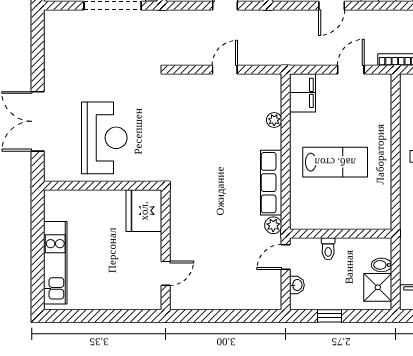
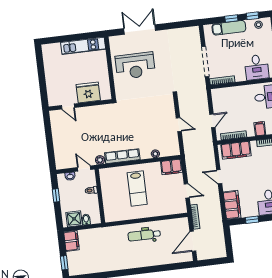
fridge: (144, 211) -> (88, 92), moved
kitchen unit: (55, 263) -> (83, 46), moved

